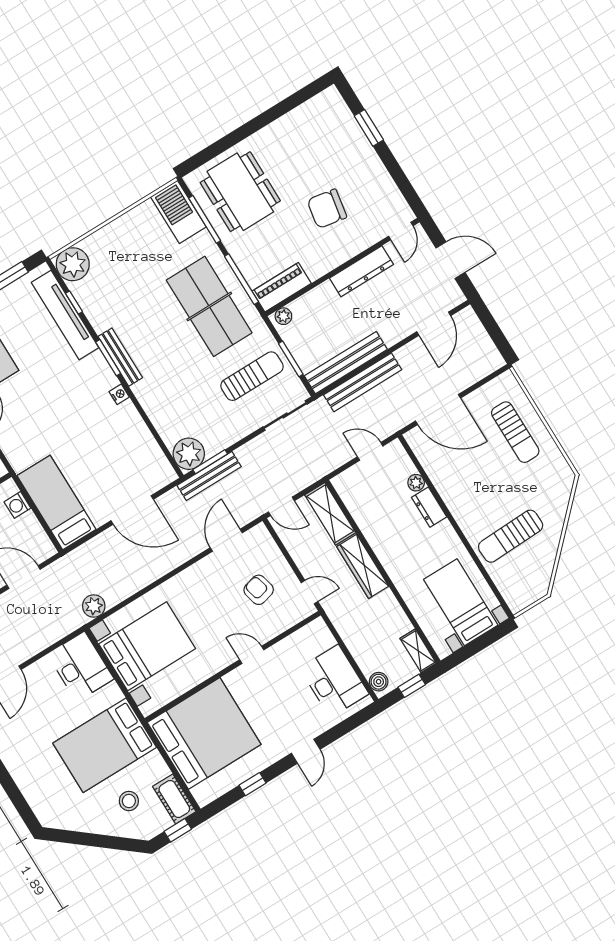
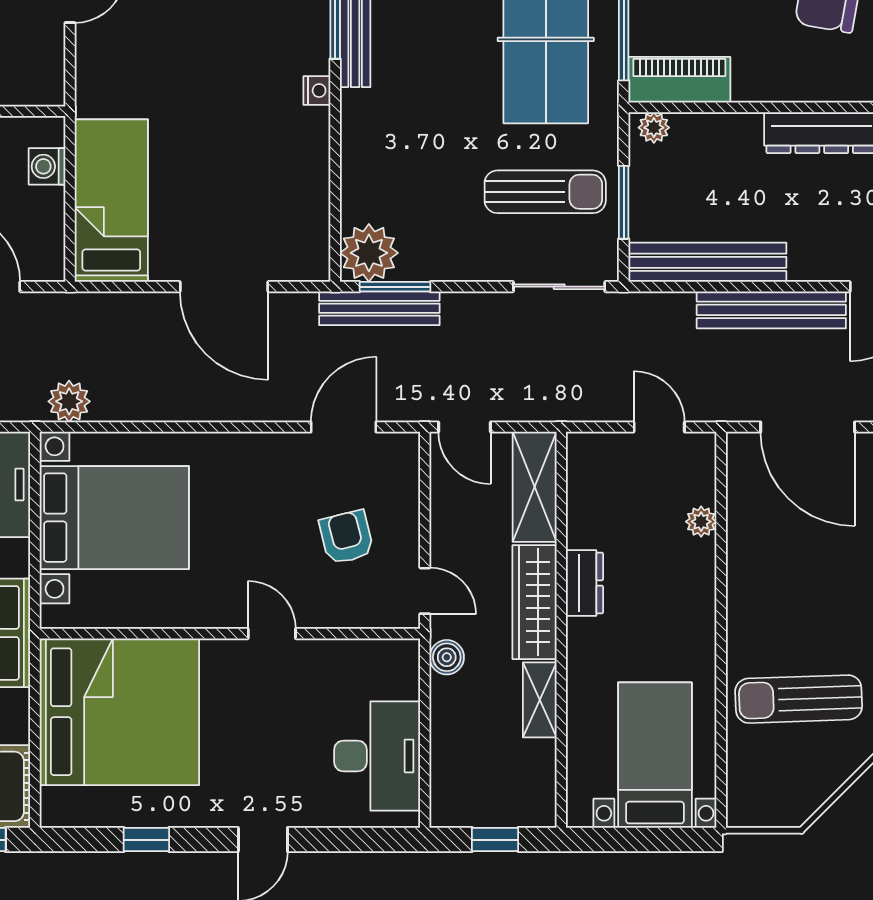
bench: (363, 382) -> (771, 310), moved
dresser: (429, 507) -> (584, 583), moved, turned 180
shelving: (418, 651) -> (540, 700), moved
boiler: (379, 682) -> (447, 657), moved

